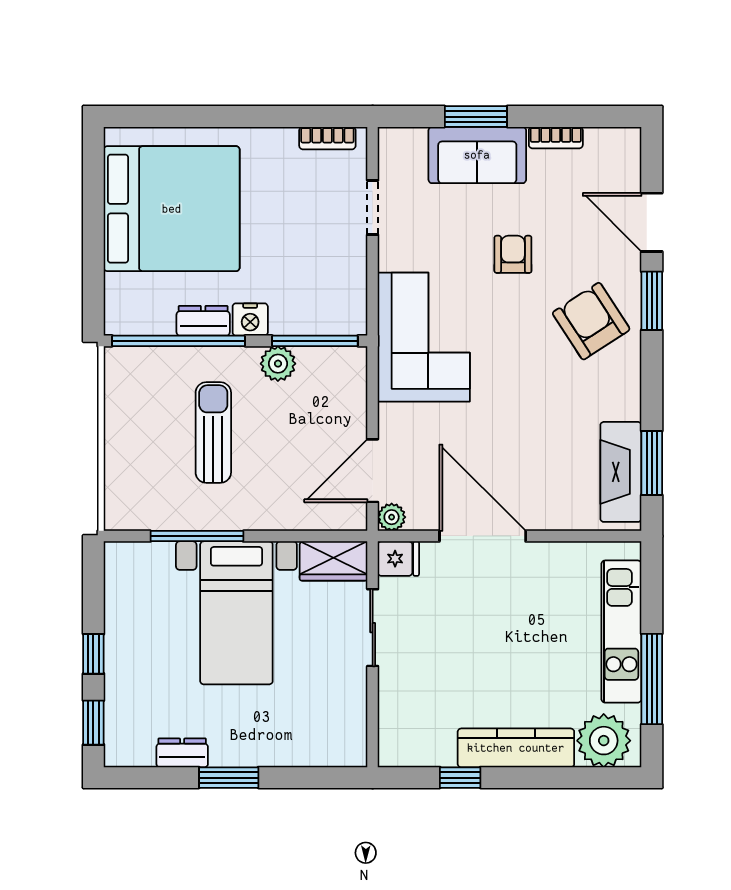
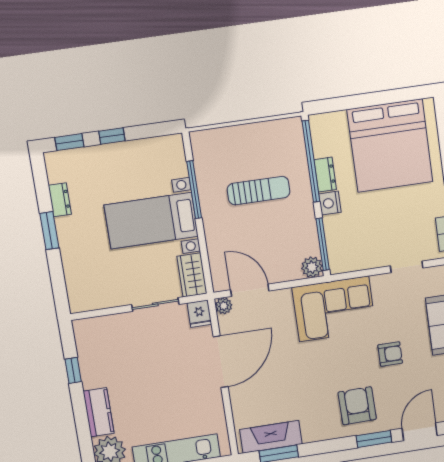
armchair: (591, 321) -> (357, 406), turned -58
plant: (278, 364) -> (312, 267), moved
kitchen counter: (516, 748) -> (99, 412), width x0.67

